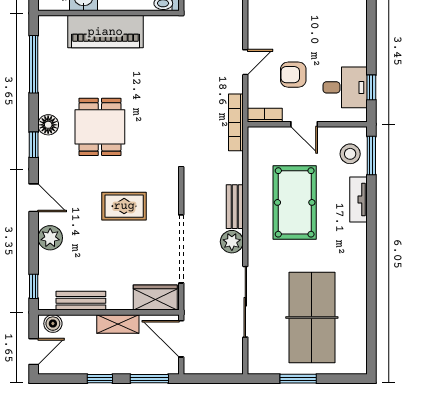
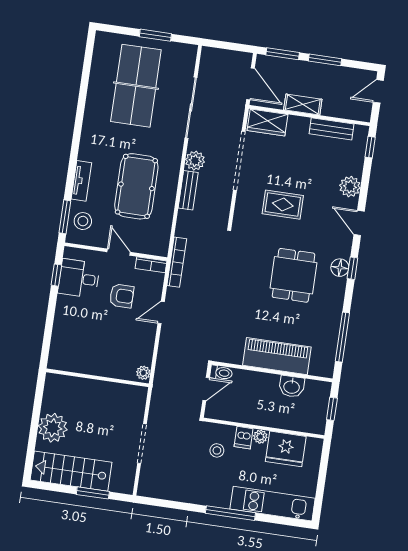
floor lamp: (48, 125) -> (340, 268), moved
boiler: (53, 324) -> (358, 113), removed
window: (100, 379) -> (325, 60), width x1.50

